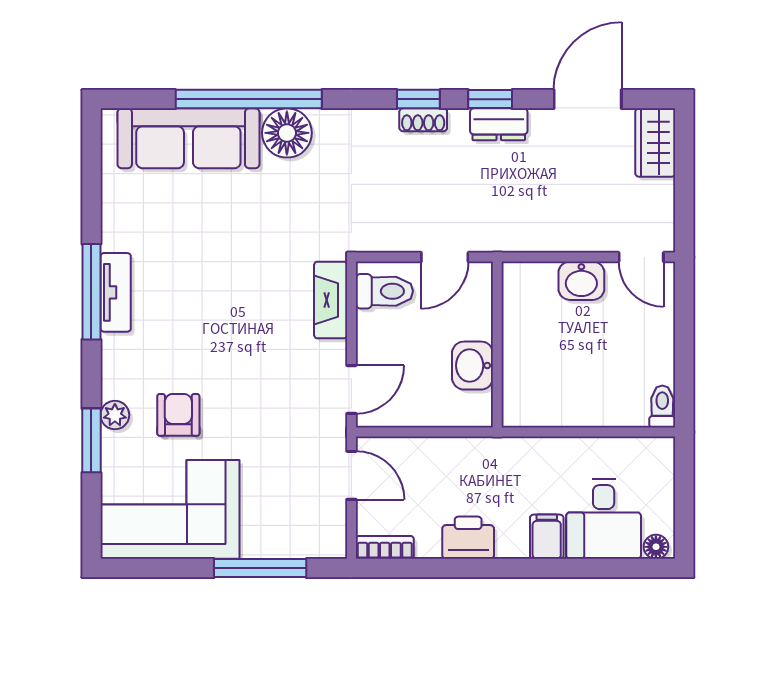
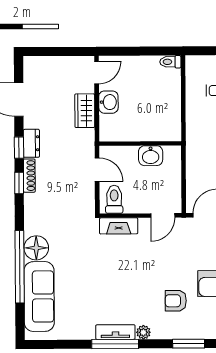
shoe rack: (423, 120) -> (29, 176), width x1.43
wardrobe: (655, 143) -> (85, 111), moved, turned 90
door: (351, 390) -> (163, 215), swing flipped
plant: (115, 415) -> (143, 332), moved

